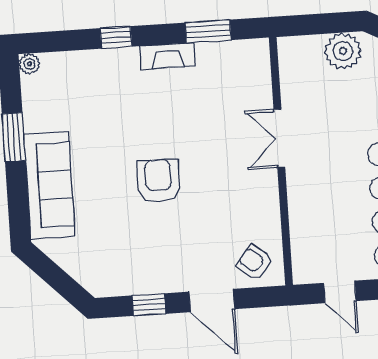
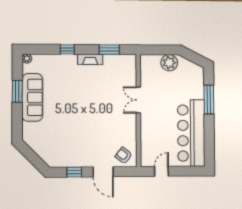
armchair: (158, 181) -> (82, 116), removed
sofa: (50, 185) -> (32, 97), moved
door: (340, 292) -> (161, 171), swing flipped

